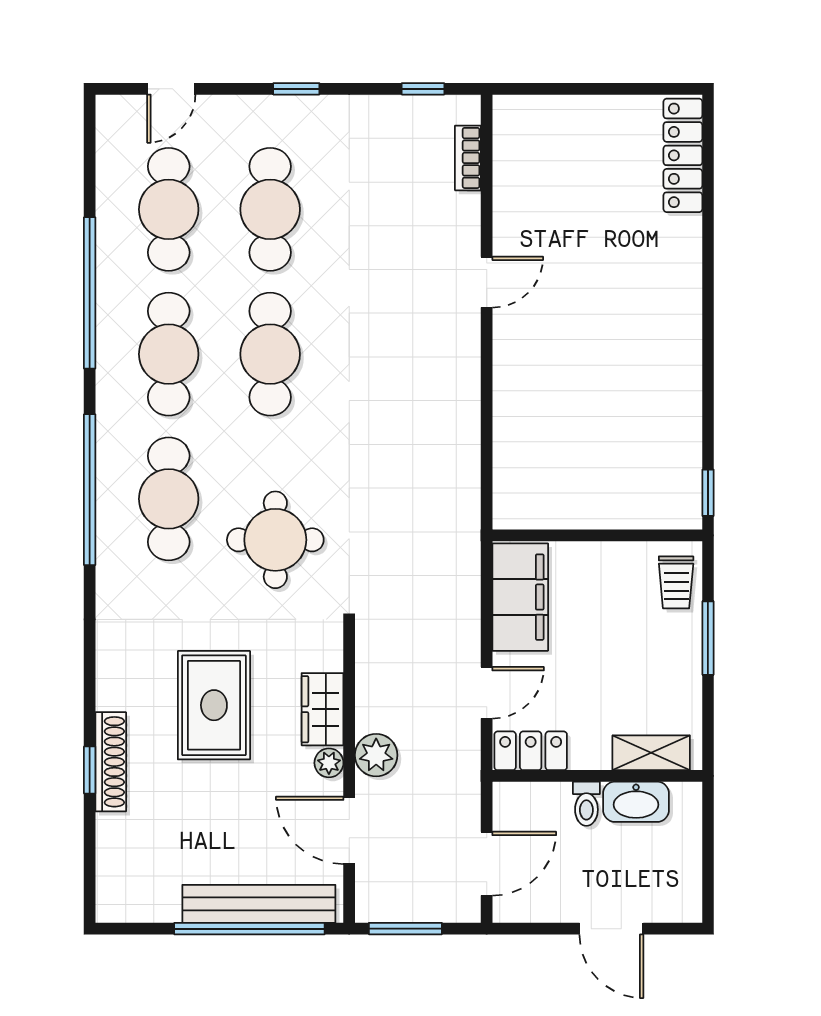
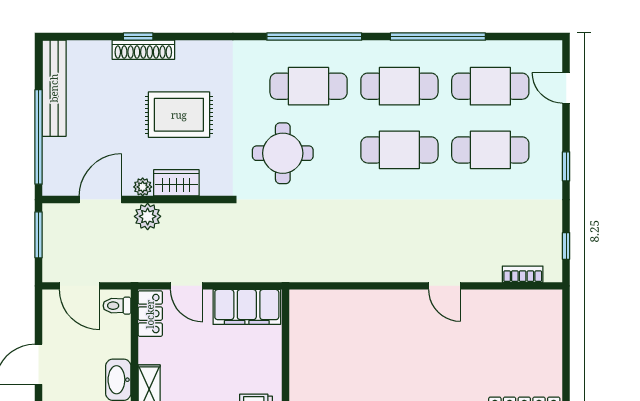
toilet: (586, 804) -> (117, 306), moved
bench: (259, 904) -> (54, 88), moved

